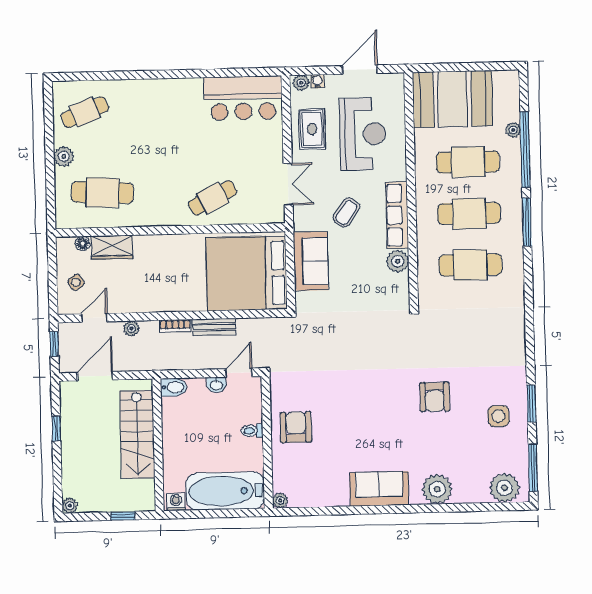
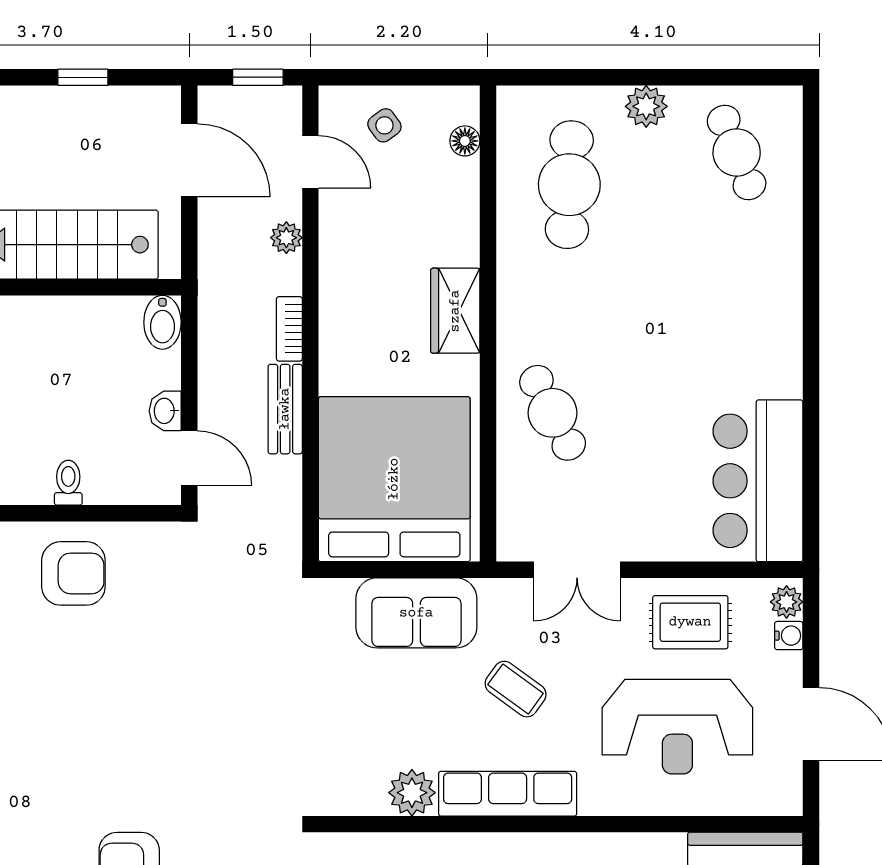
wardrobe: (112, 247) -> (455, 311), moved

